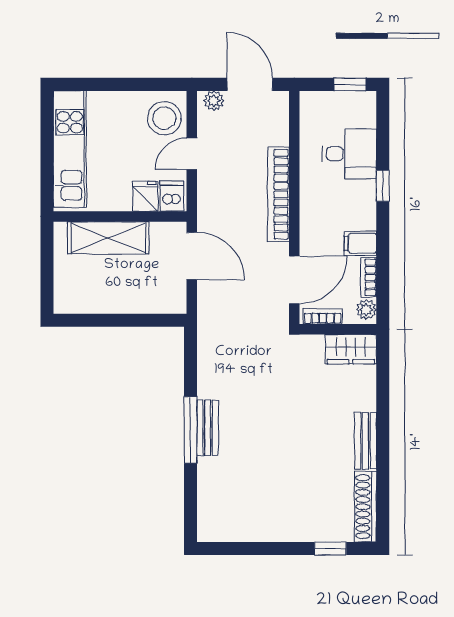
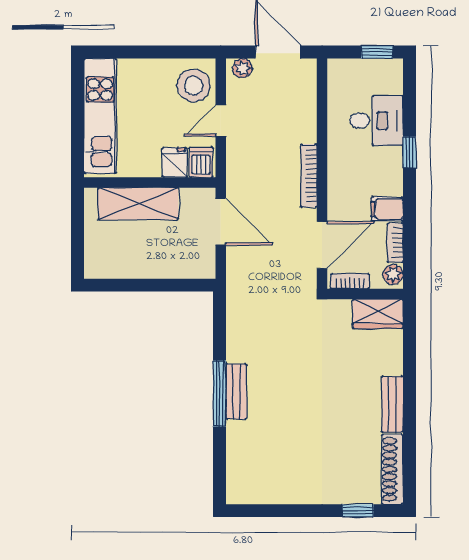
bookcase: (278, 194) -> (309, 176), width x0.68, depth x0.76

